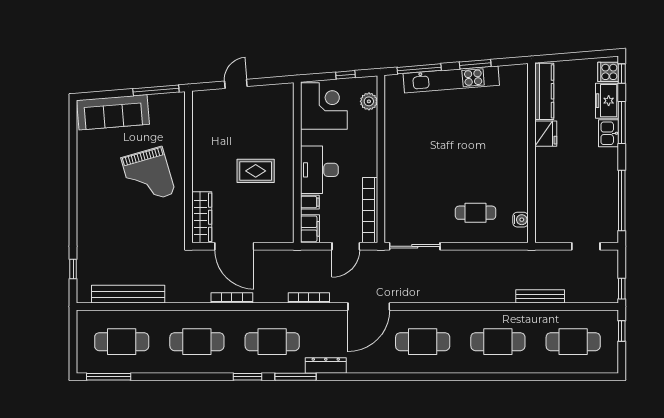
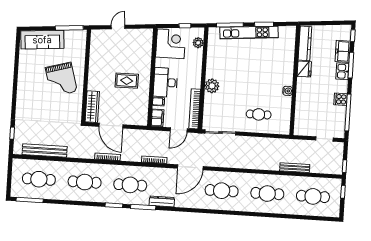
cooker: (608, 72) -> (340, 99), moved
plant: (396, 171) -> (212, 86), added
water cooler: (521, 220) -> (288, 91), moved

